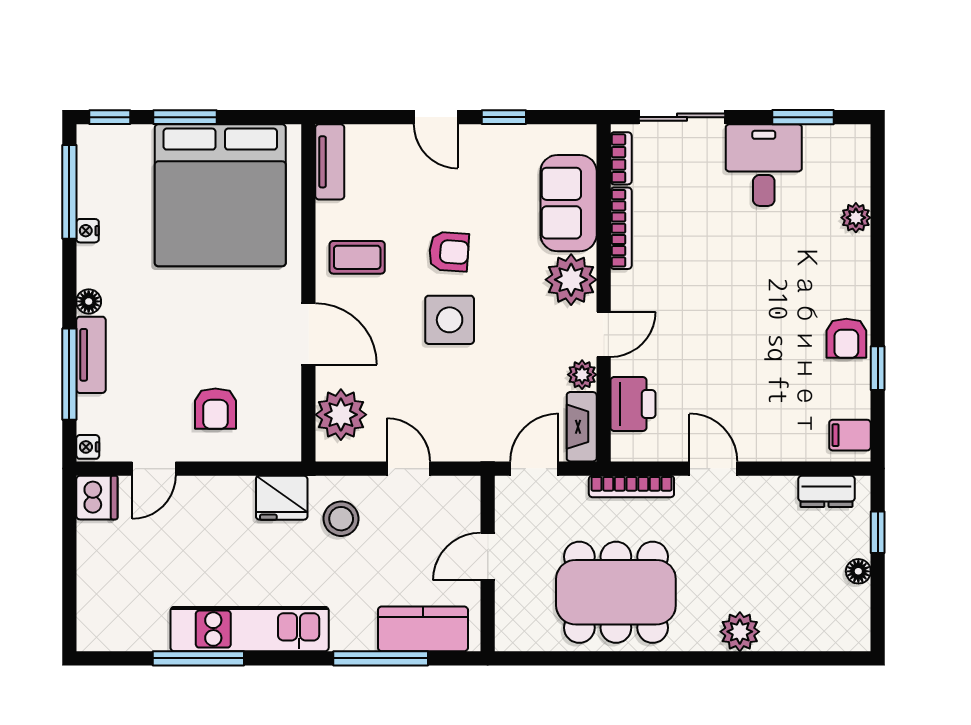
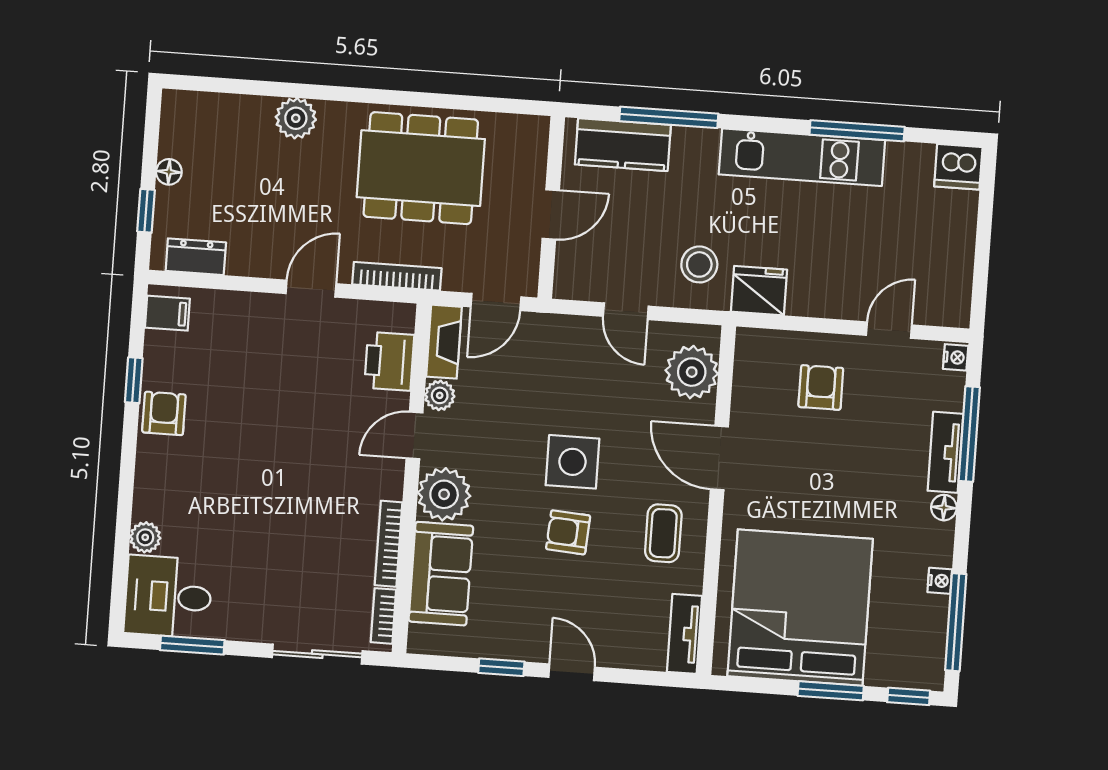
desk: (764, 165) -> (168, 597), moved, turned 90
coffee table: (357, 257) -> (663, 533), turned 90
door: (713, 469) -> (311, 289), swing flipped
dishwasher: (97, 498) -> (958, 167), moved, turned -90

